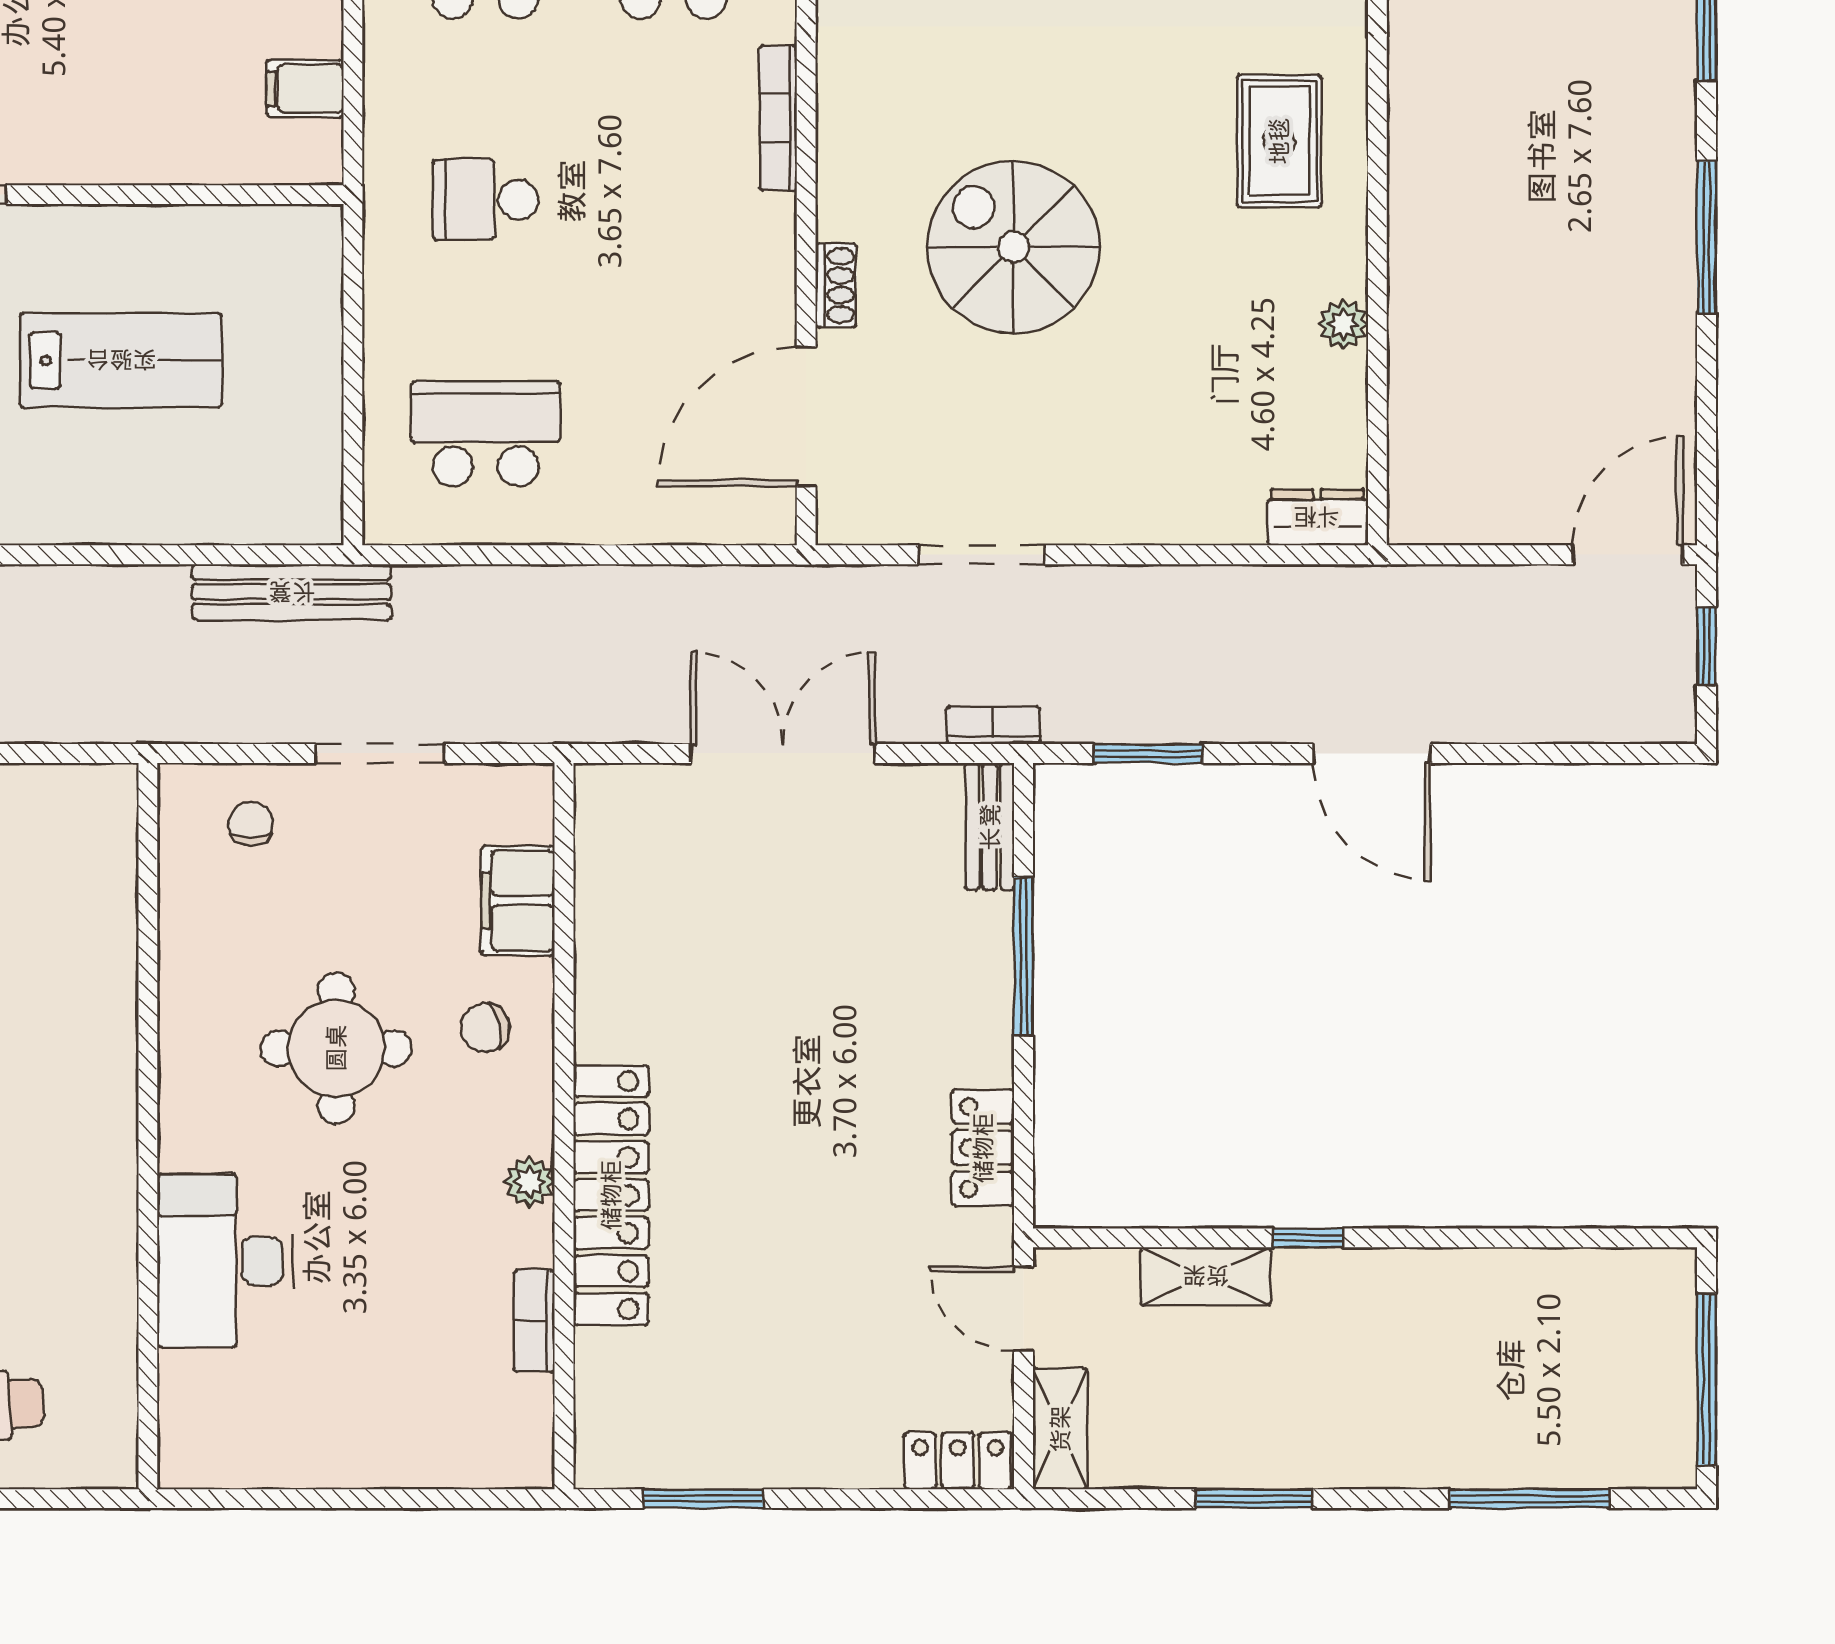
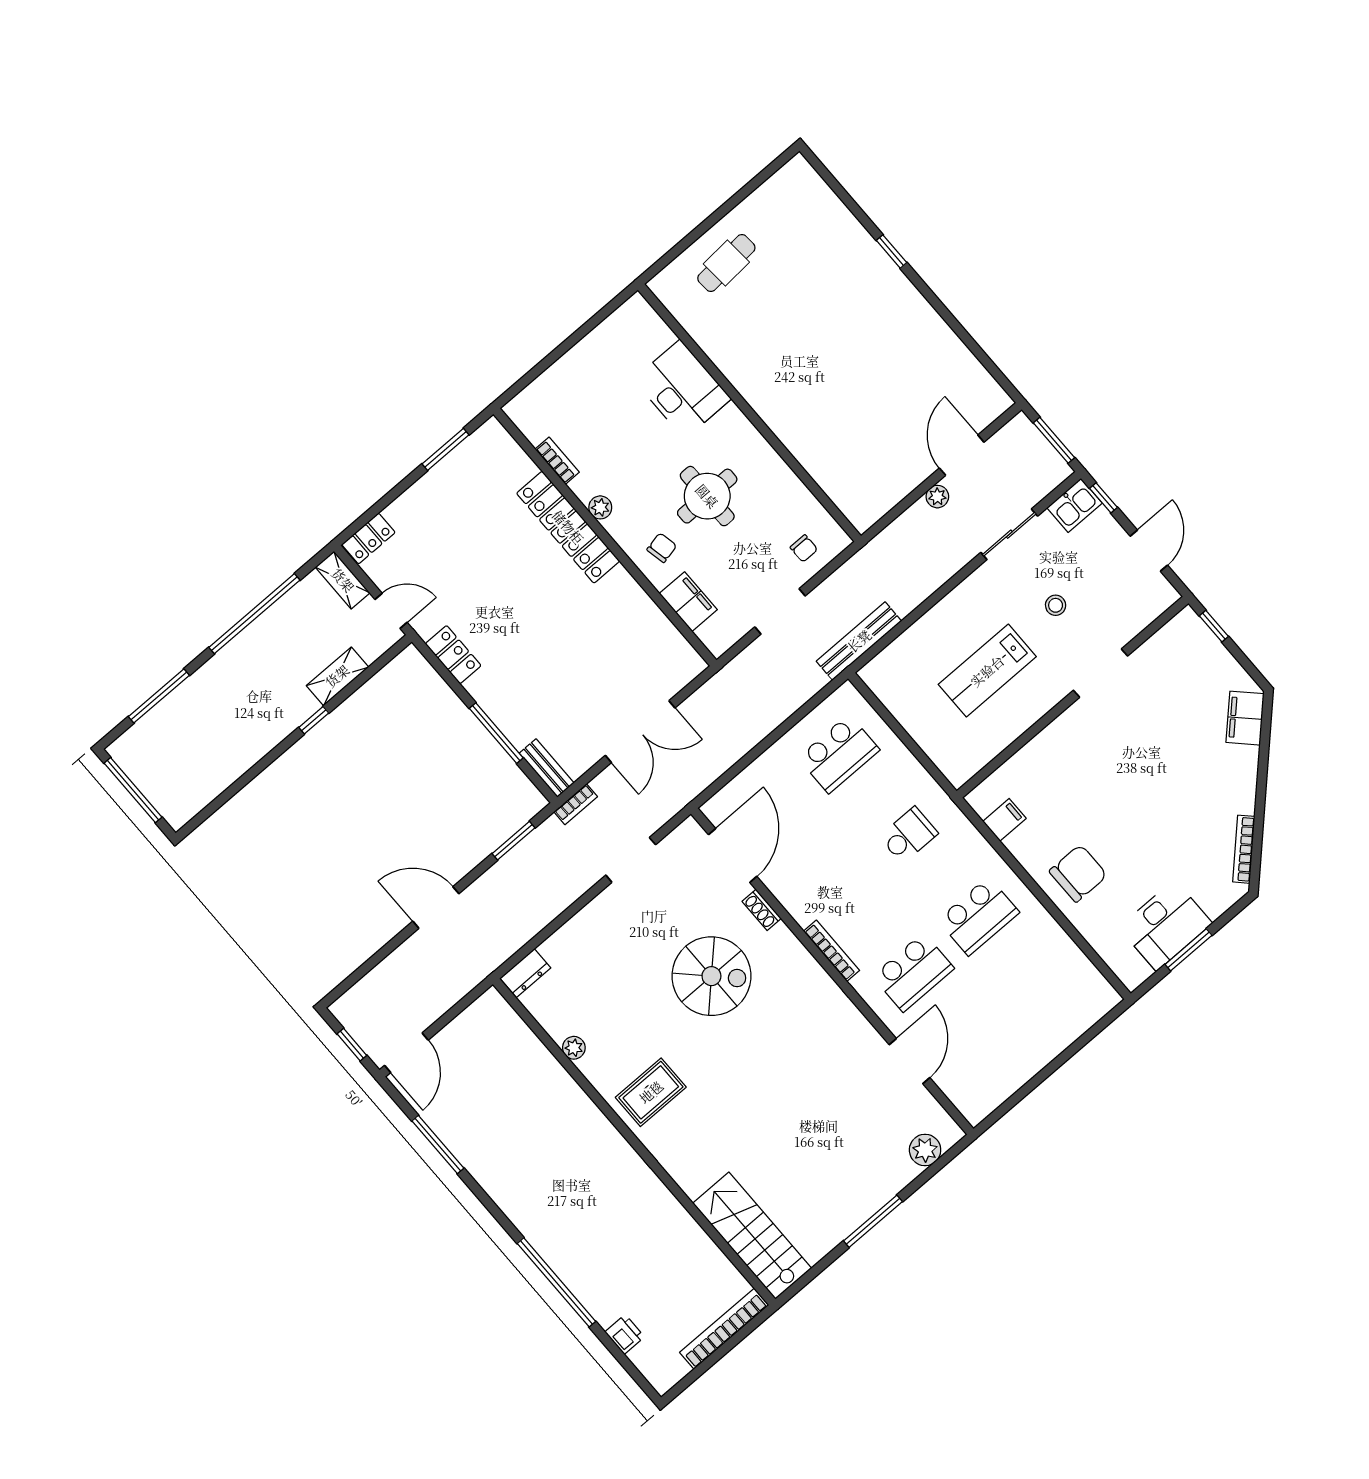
rug: (1279, 141) -> (651, 1092), turned 90
window: (1707, 237) -> (438, 1145), moved
window: (1254, 1499) -> (254, 614), width x2.11

